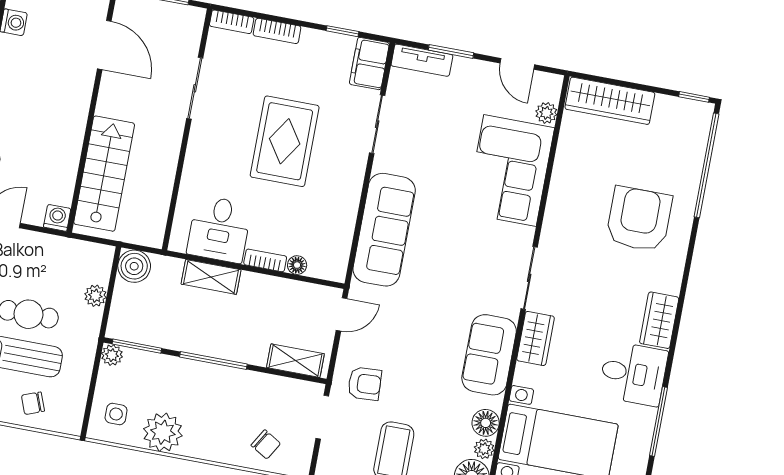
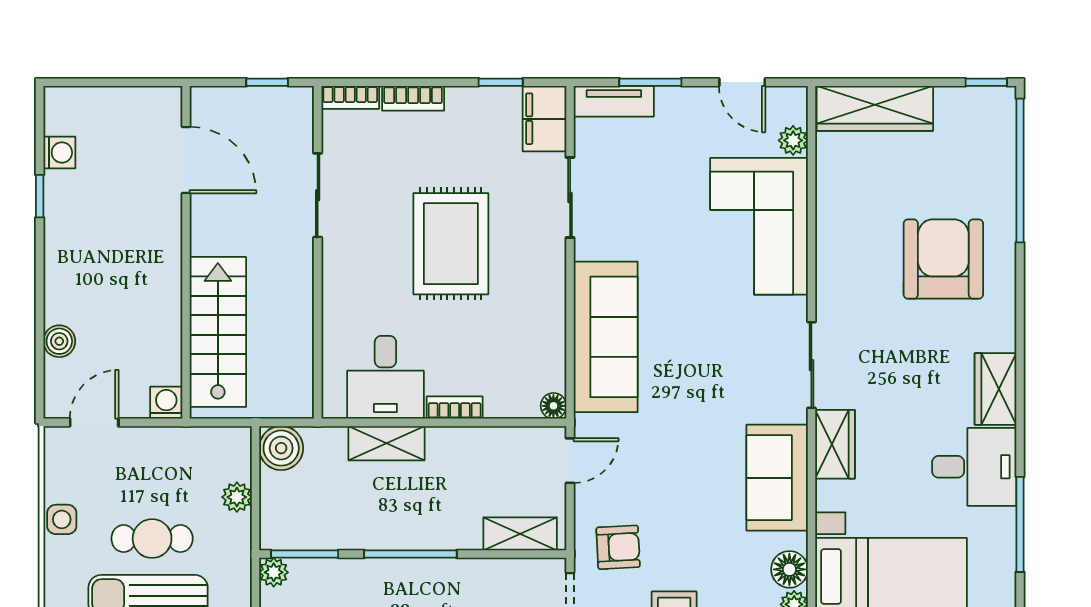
floor lamp: (297, 265) -> (553, 406), moved

